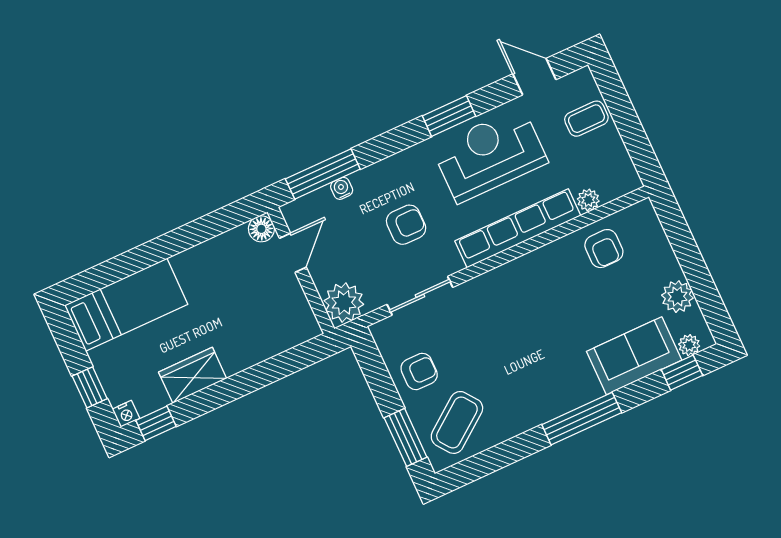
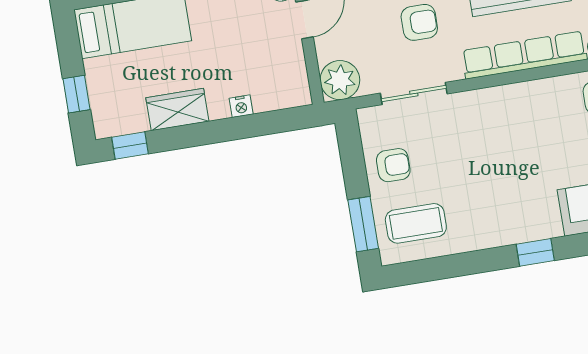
nightstand: (126, 414) -> (241, 106), moved
window: (582, 419) -> (535, 252), width x0.46
coffee table: (457, 422) -> (416, 223), turned 37

